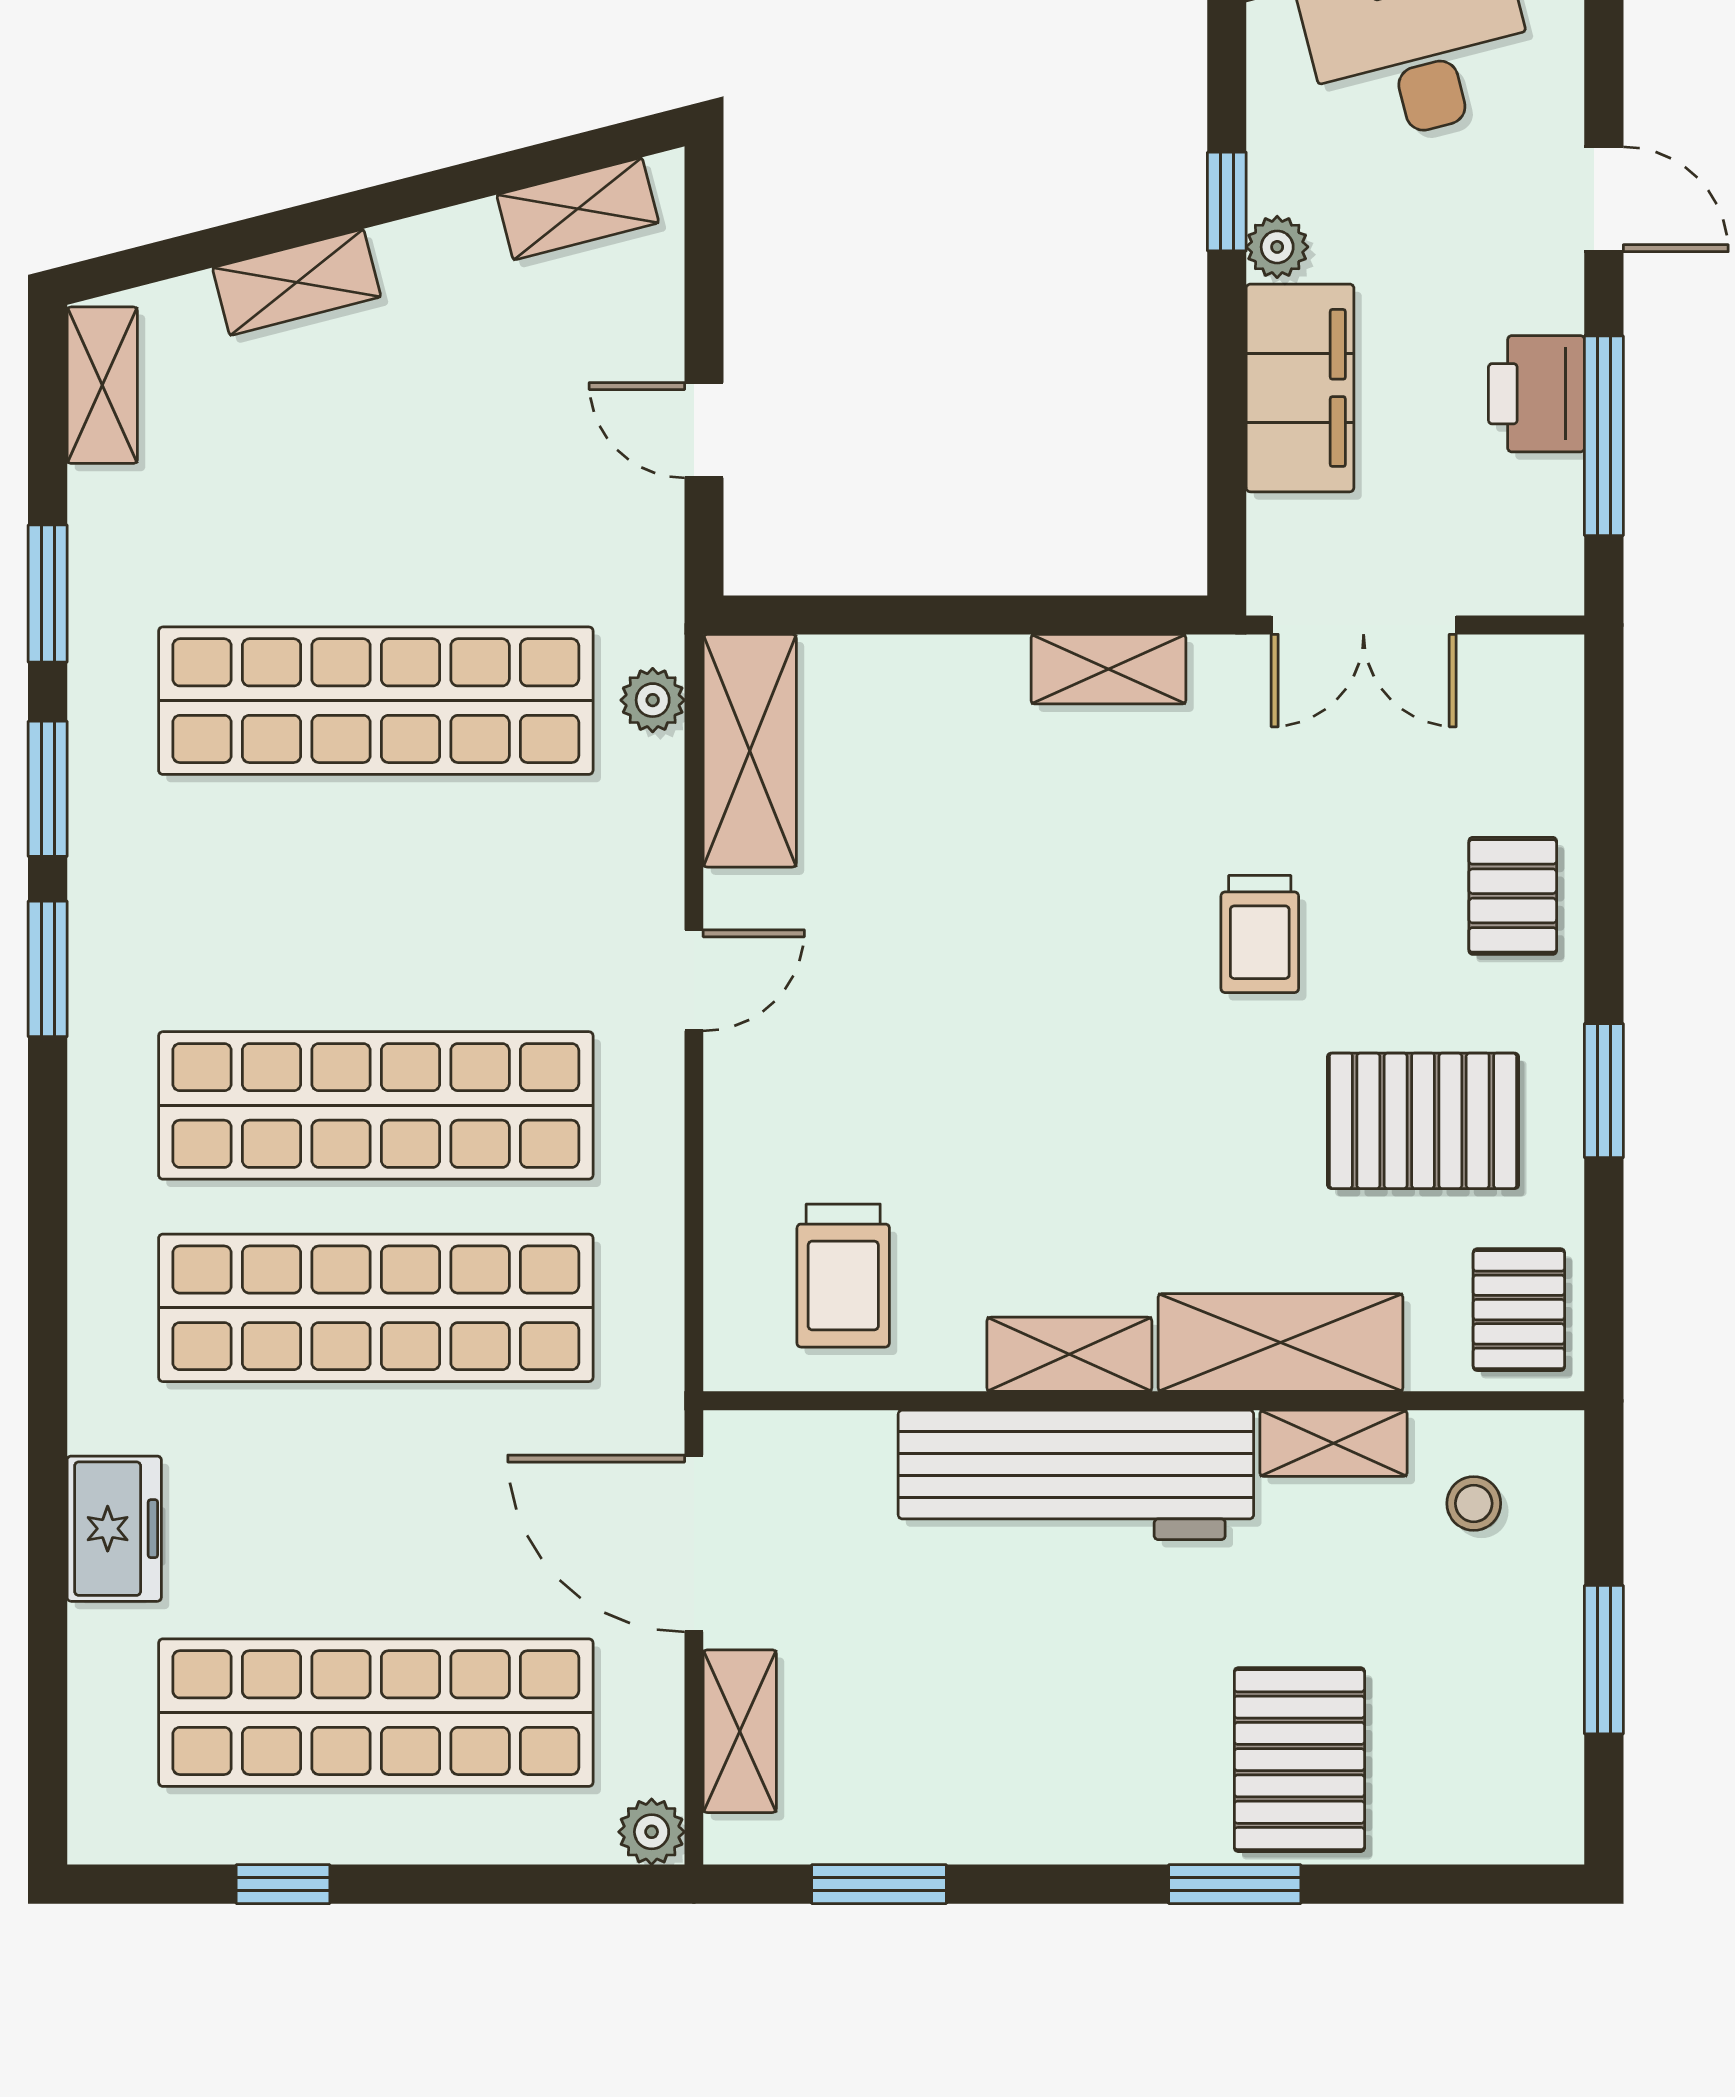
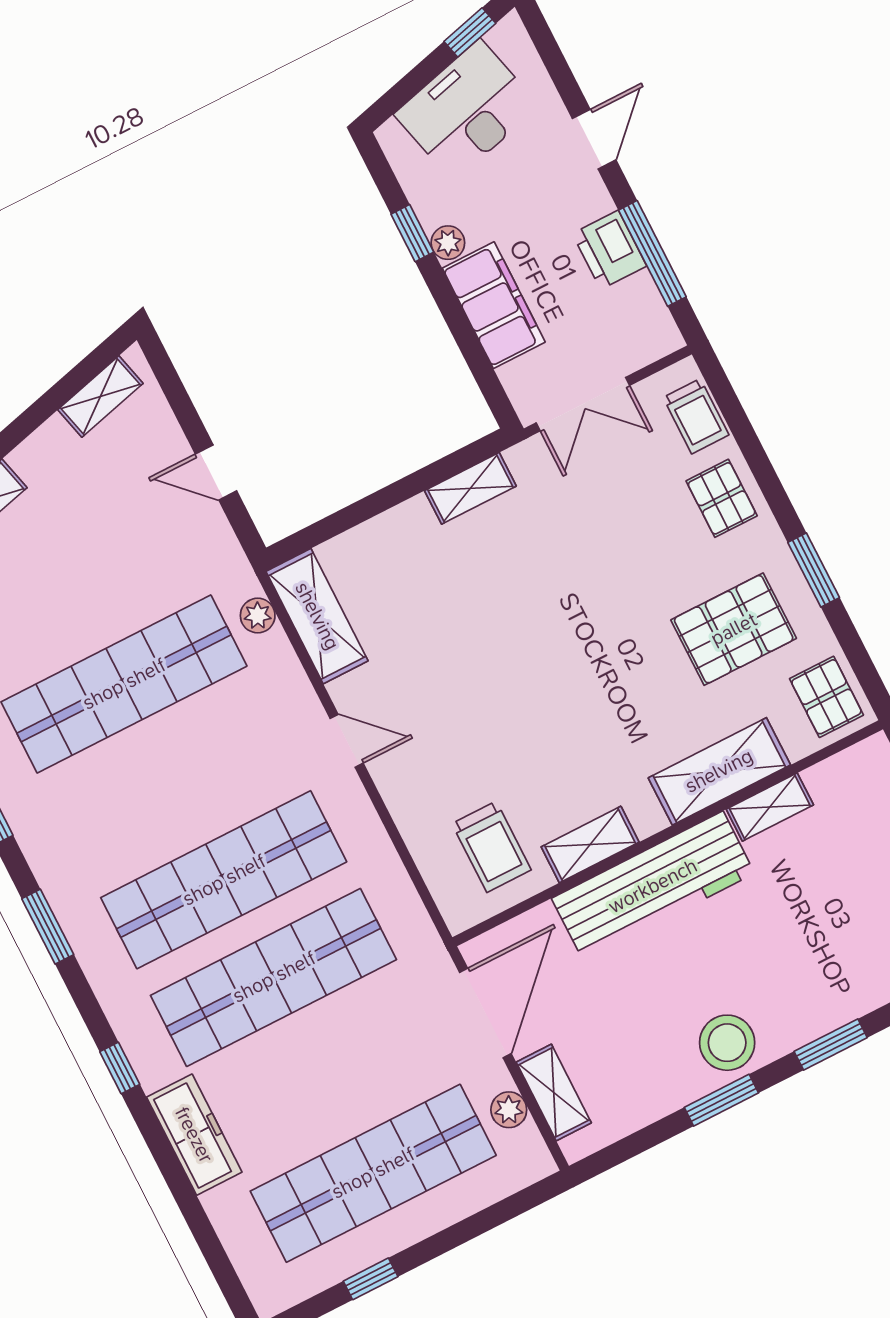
door: (1604, 199) -> (594, 139), hinge flipped
trolley: (1260, 934) -> (696, 416), moved
window: (48, 969) -> (48, 927), moved
door: (694, 980) -> (347, 741), hinge flipped
window: (48, 1328) -> (120, 1068), added
shelving: (1069, 1354) -> (590, 844), moved
stool: (1474, 1503) -> (727, 1043), moved, width x1.89, depth x1.89
freezer: (114, 1529) -> (194, 1135), width x1.40
door: (694, 1543) -> (485, 1013), swing flipped
pallet: (1299, 1760) -> (831, 968), removed
plant: (652, 1832) -> (509, 1110), moved
window: (879, 1884) -> (721, 1100), moved

